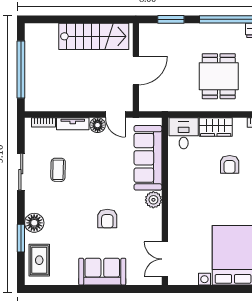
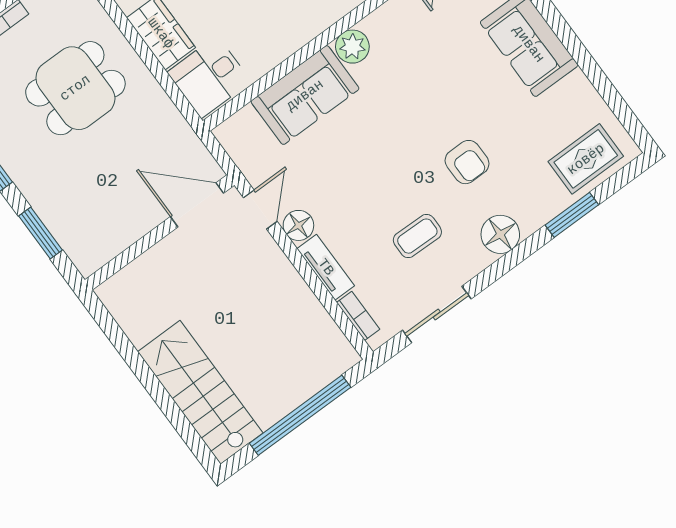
stairs: (94, 36) -> (200, 392), moved
door: (136, 71) -> (197, 205), moved
sofa: (148, 158) -> (305, 95), width x0.73
sliding door: (21, 172) -> (437, 315), moved
armchair: (107, 219) -> (467, 162), moved, turned 90
floor lamp: (34, 223) -> (500, 234), moved

